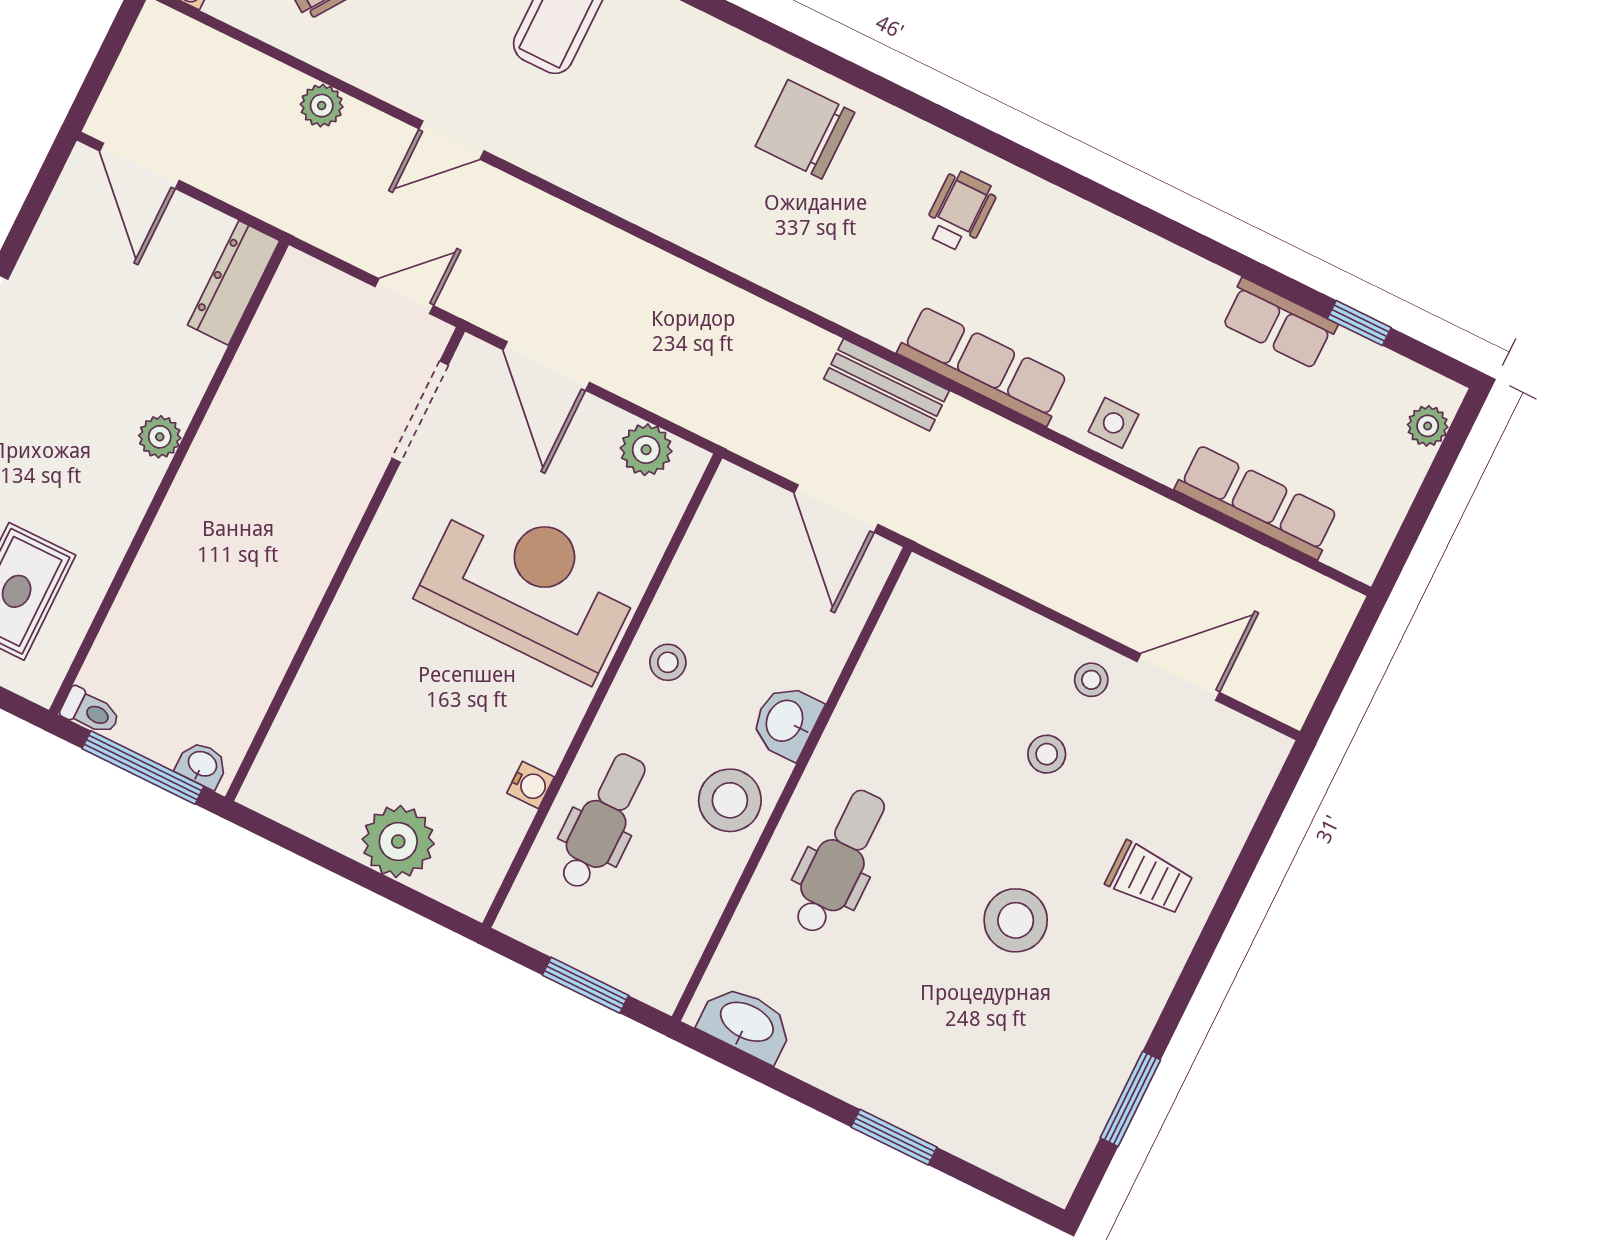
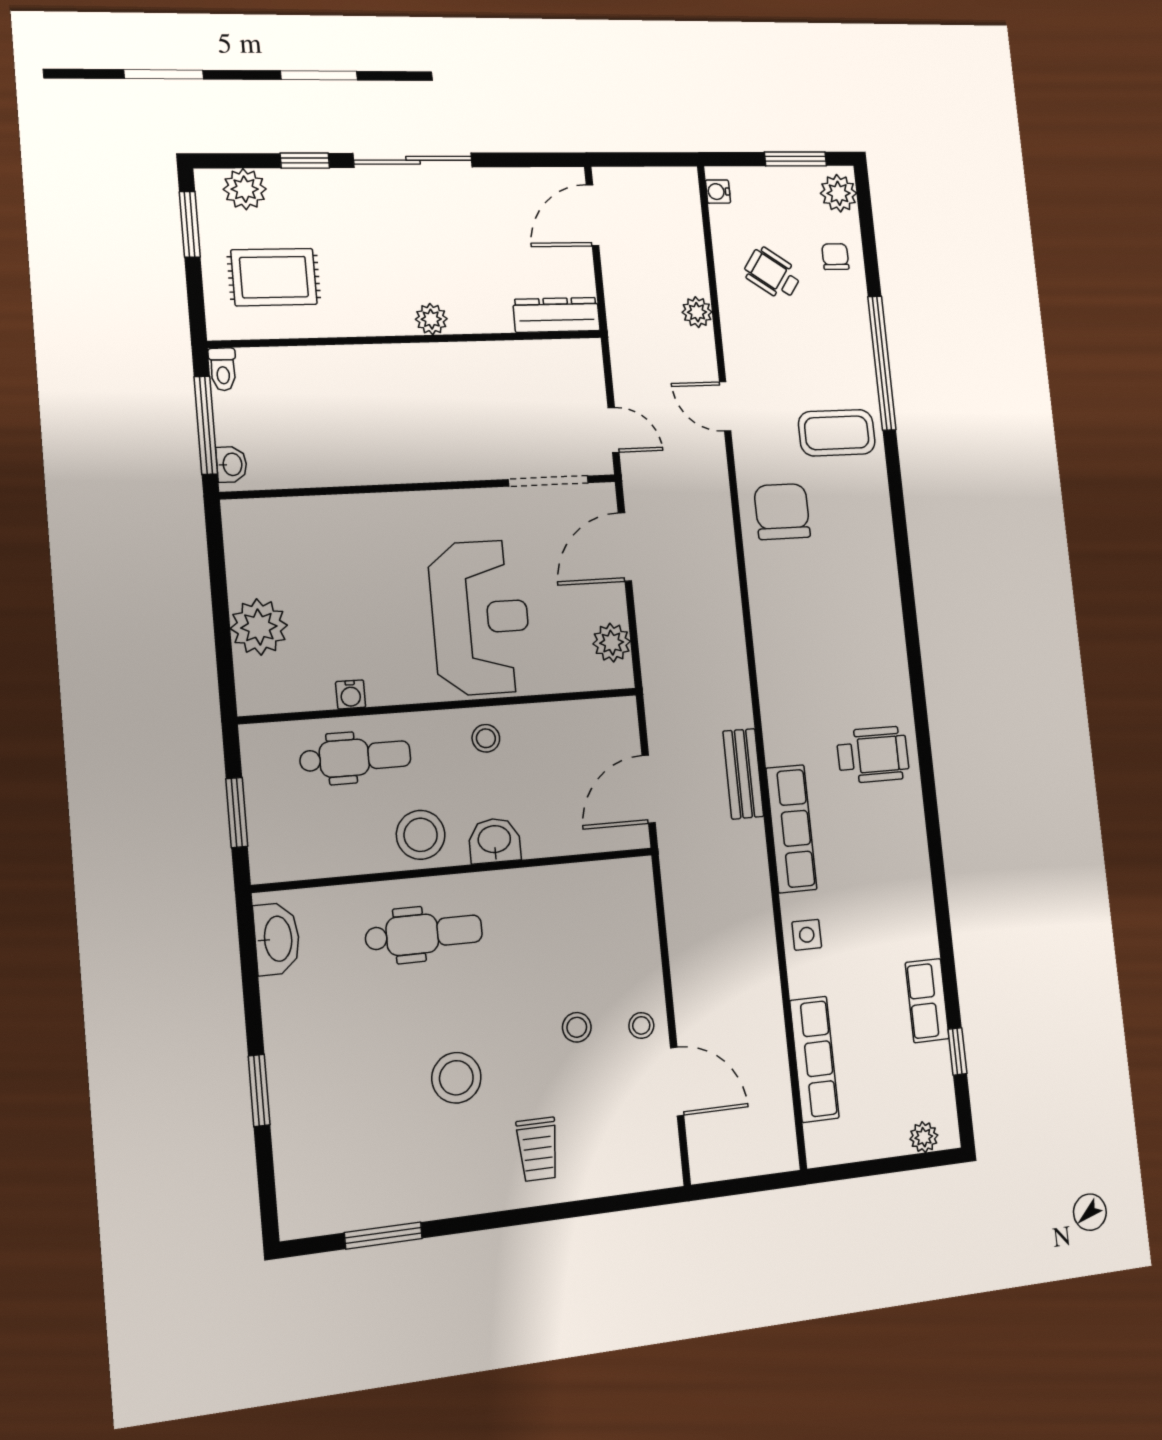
chair: (805, 129) -> (782, 512), moved
wheelchair: (960, 211) -> (873, 755), width x1.36, depth x1.37

